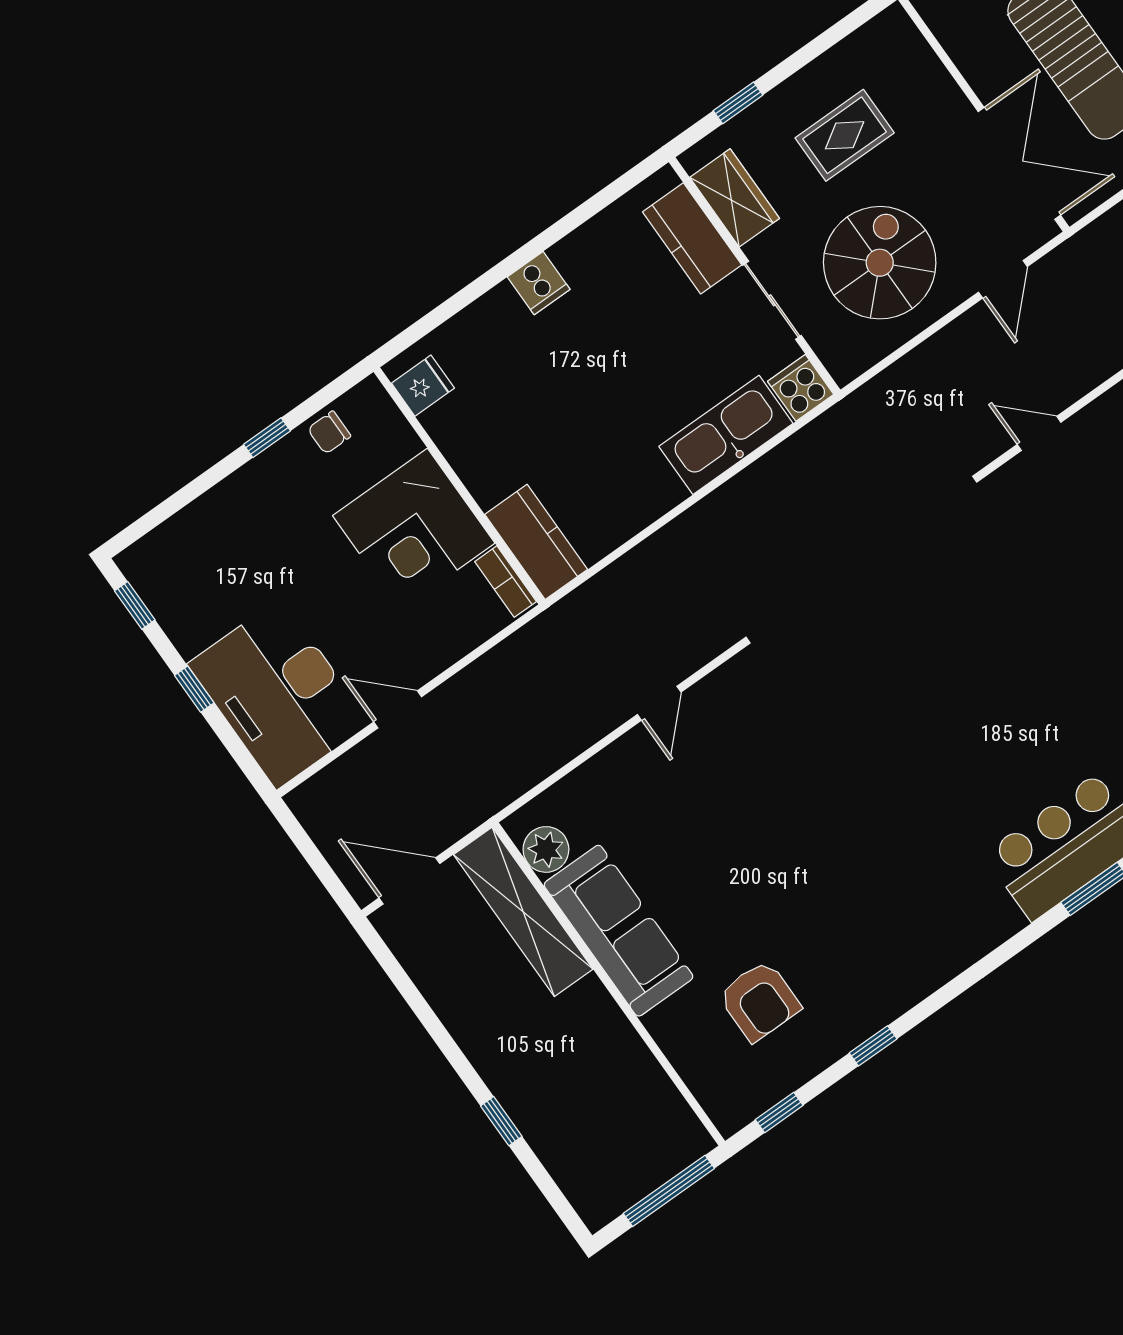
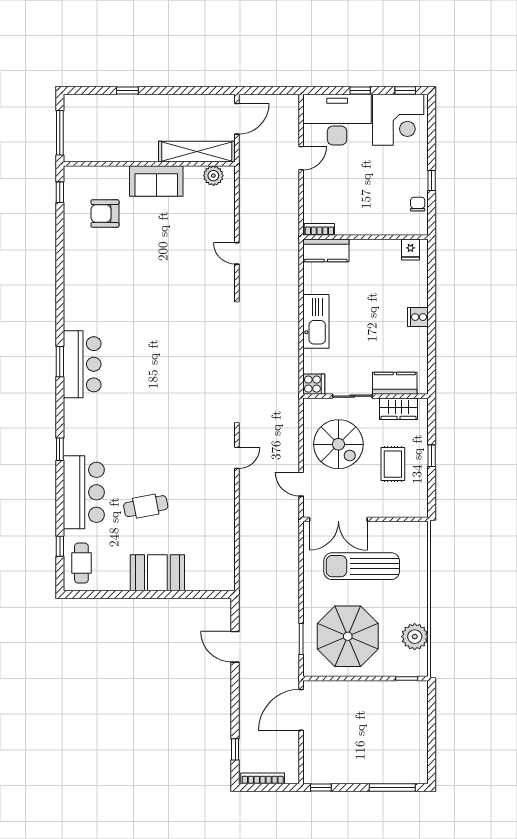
window: (738, 103) -> (432, 456), moved
kitchen sink: (726, 435) -> (316, 321), moved
corner desk: (414, 529) -> (398, 120), moved, turned 180
sofa: (619, 931) -> (156, 181), width x0.73
window: (873, 1046) -> (60, 243), removed

